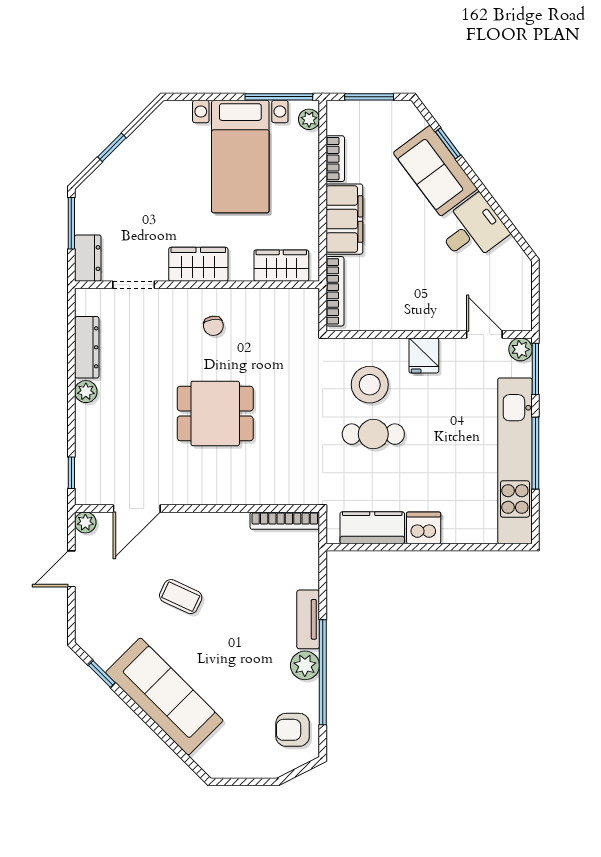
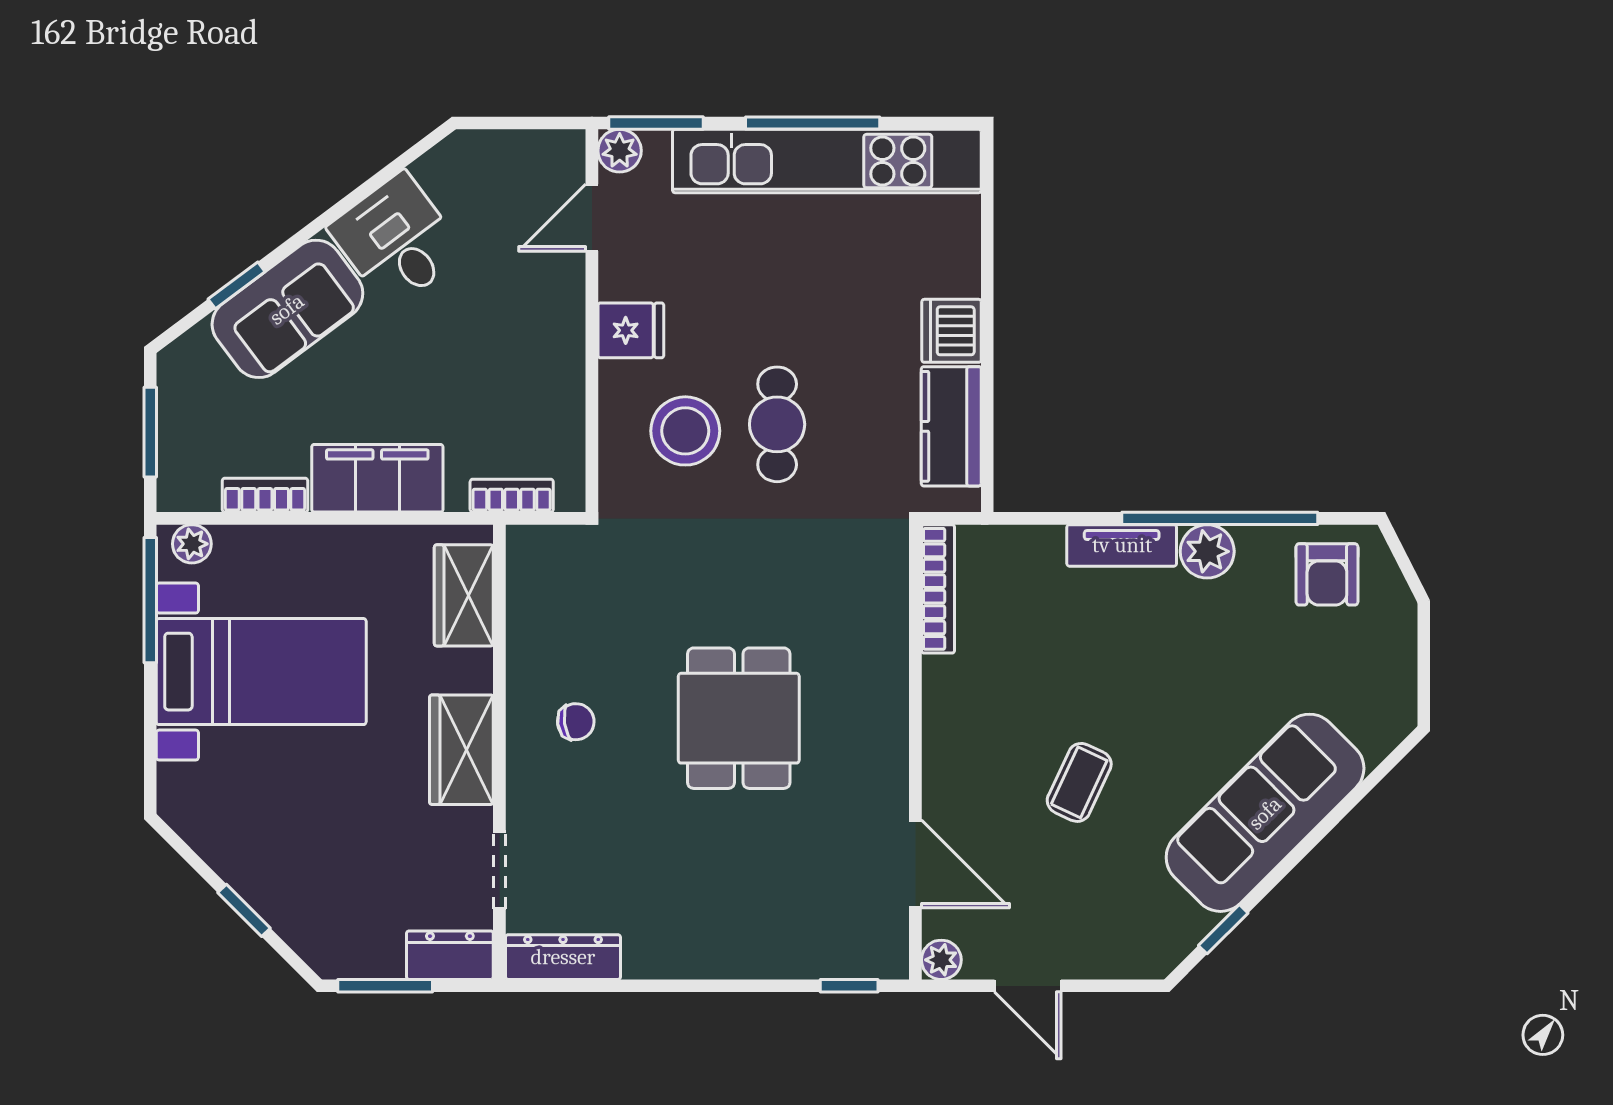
bookcase: (335, 291) -> (512, 496), width x0.64
dresser: (87, 347) -> (563, 957), moved
plant: (86, 392) -> (698, 959), removed

